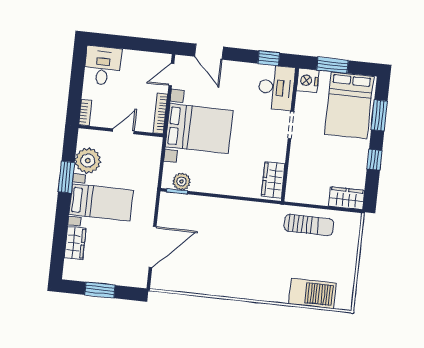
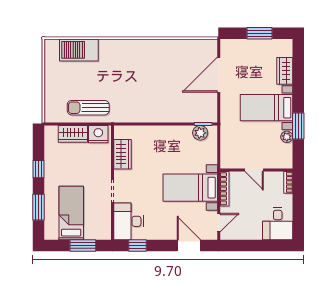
nightstand: (308, 80) -> (98, 134), moved, turned -90
bed: (349, 105) -> (71, 213), width x0.67
bed with nightstands: (199, 129) -> (190, 188), width x0.73
door: (123, 131) -> (254, 170), hinge flipped
plant: (88, 161) -> (287, 137), width x0.53, depth x0.53
wardrobe: (273, 180) -> (123, 154), moved
wardrobe: (346, 198) -> (73, 134), moved

